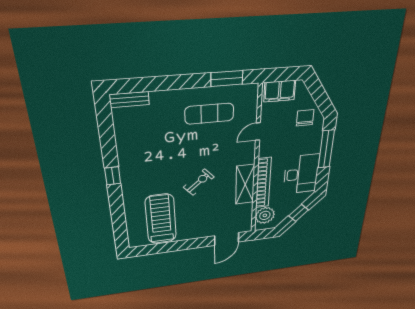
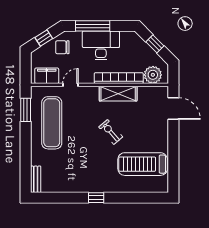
filing cabinet: (280, 91) -> (47, 76), moved, turned -90
window: (319, 94) -> (44, 38), added
exercise mat: (209, 114) -> (52, 123), width x1.36, depth x1.45
door: (258, 132) -> (70, 85), swing flipped
desk: (301, 174) -> (101, 45), moved

